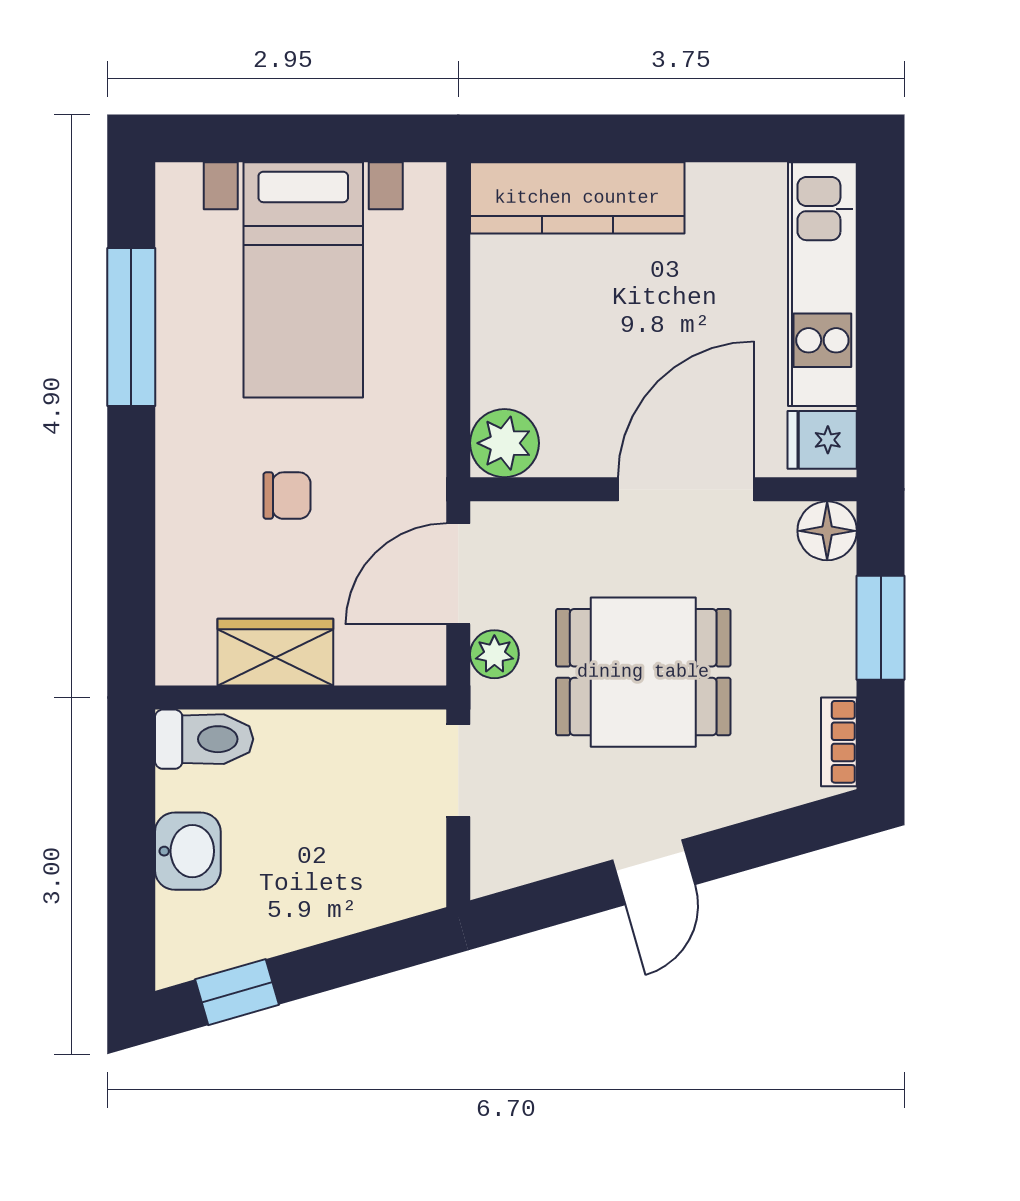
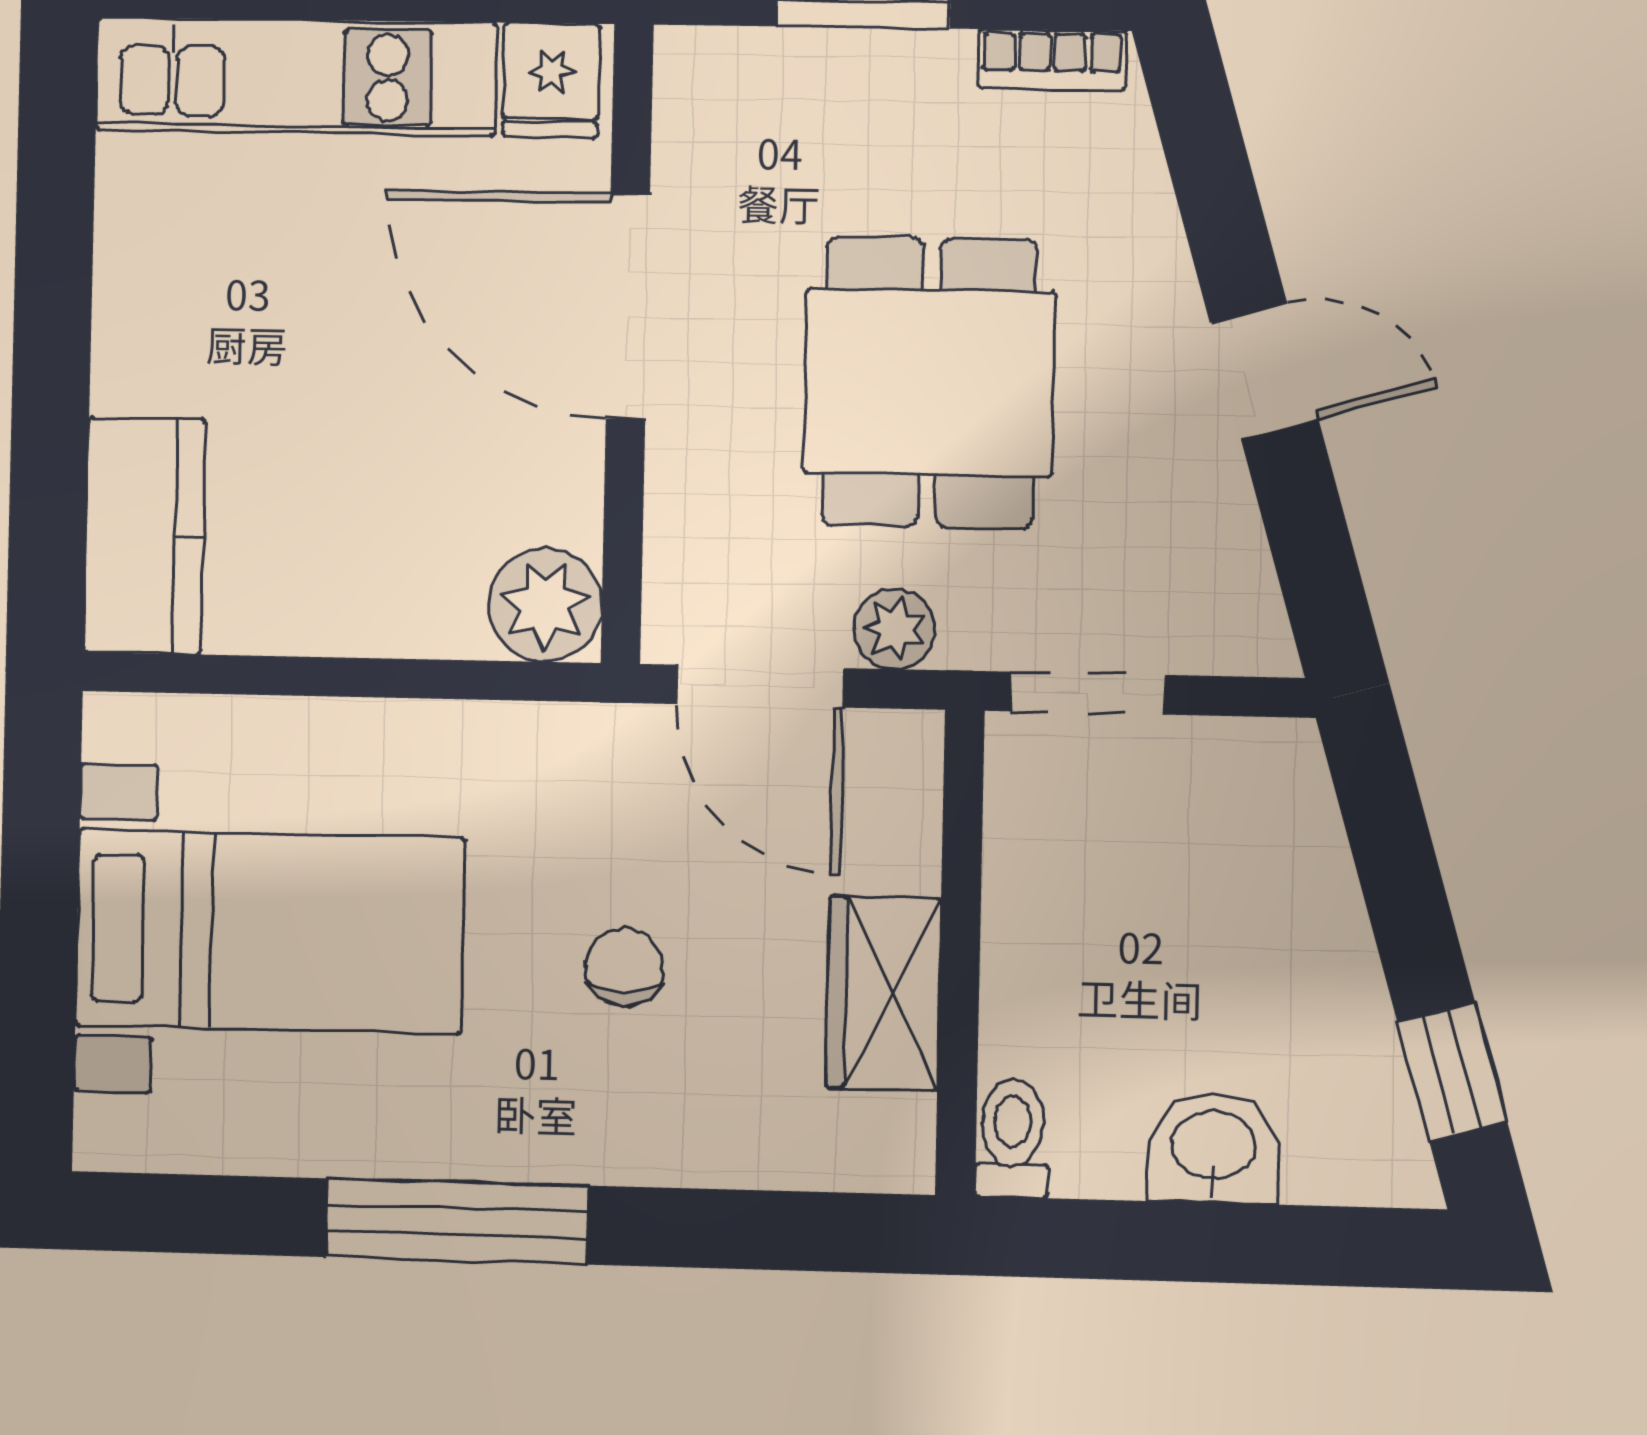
kitchen counter: (577, 198) -> (144, 536), width x0.67
window: (131, 327) -> (457, 1221), moved
floor lamp: (827, 531) -> (701, 74), removed
toilet: (204, 739) -> (1012, 1138), width x0.73, depth x0.72

